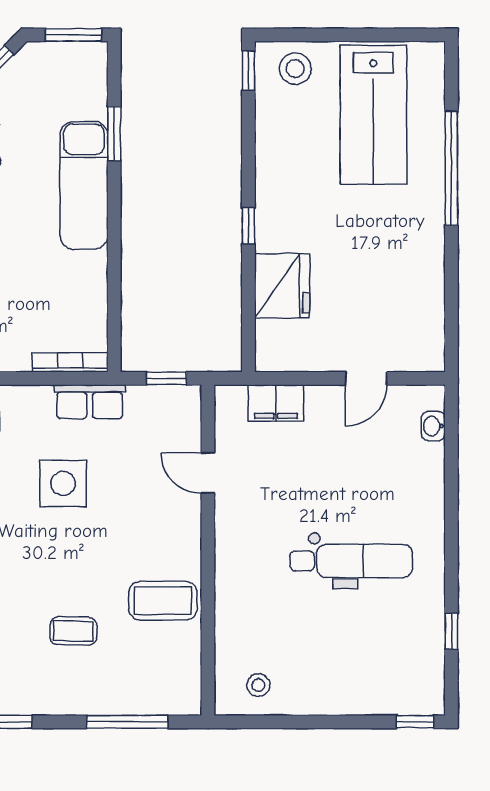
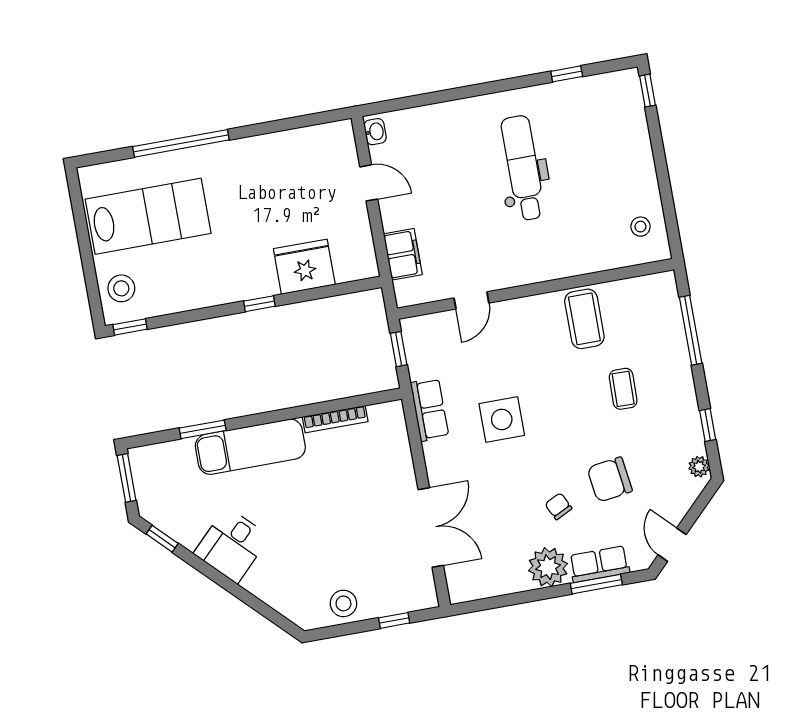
bookcase: (70, 362) -> (335, 419), moved, turned -90
washbasin: (433, 426) -> (375, 132), moved, turned -90

